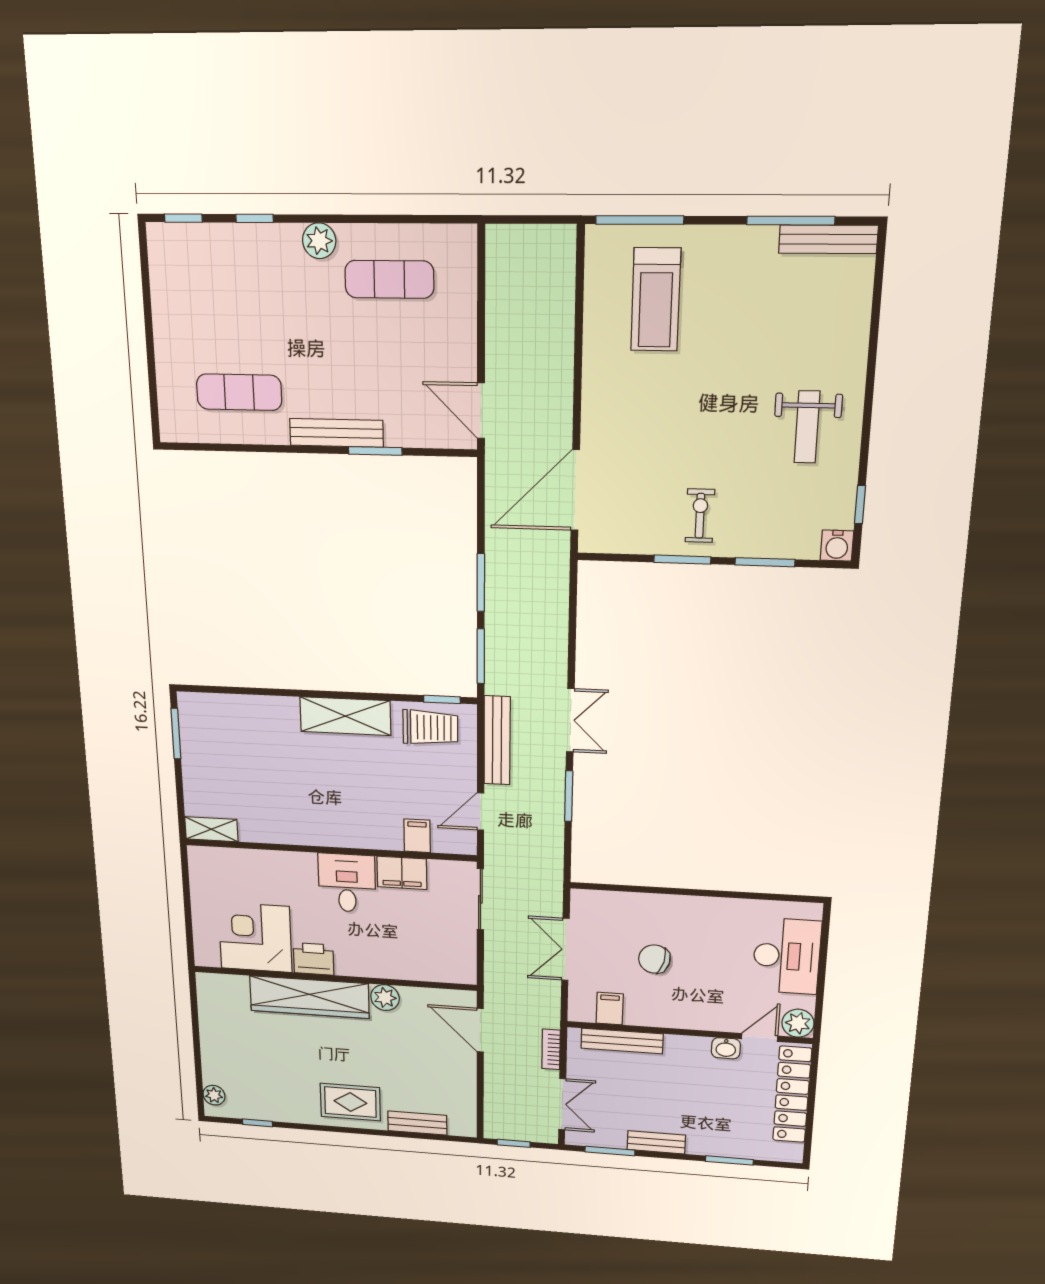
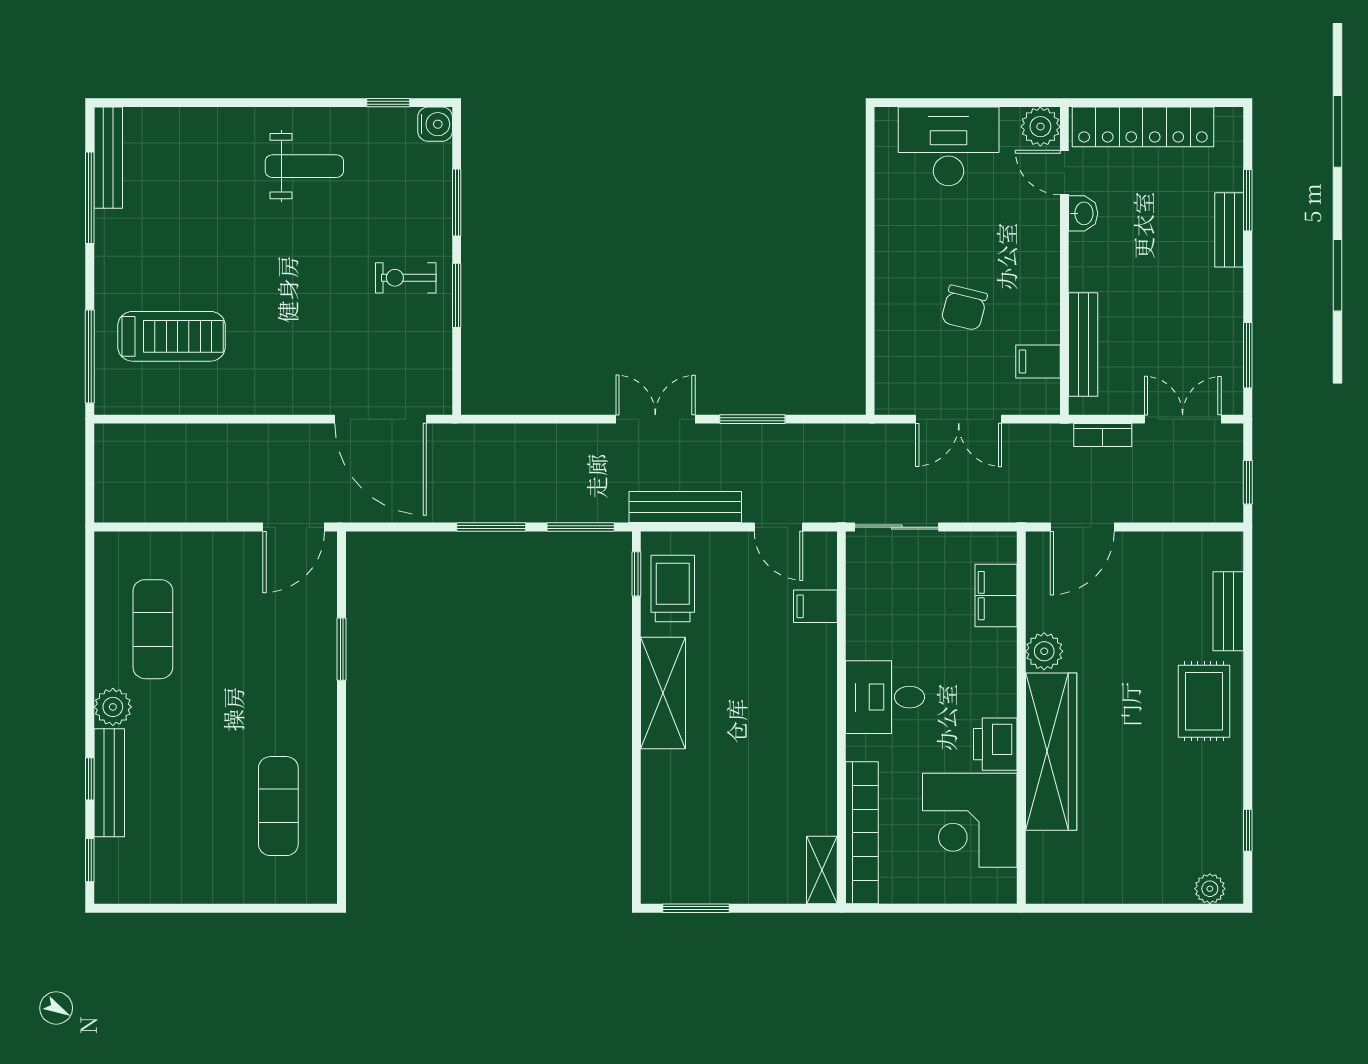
bench: (336, 433) -> (109, 783), moved
bookcase: (242, 860) -> (862, 833), added
filing cabinet: (402, 873) -> (996, 596), moved, turned 180
bench: (656, 1142) -> (1229, 230), moved

